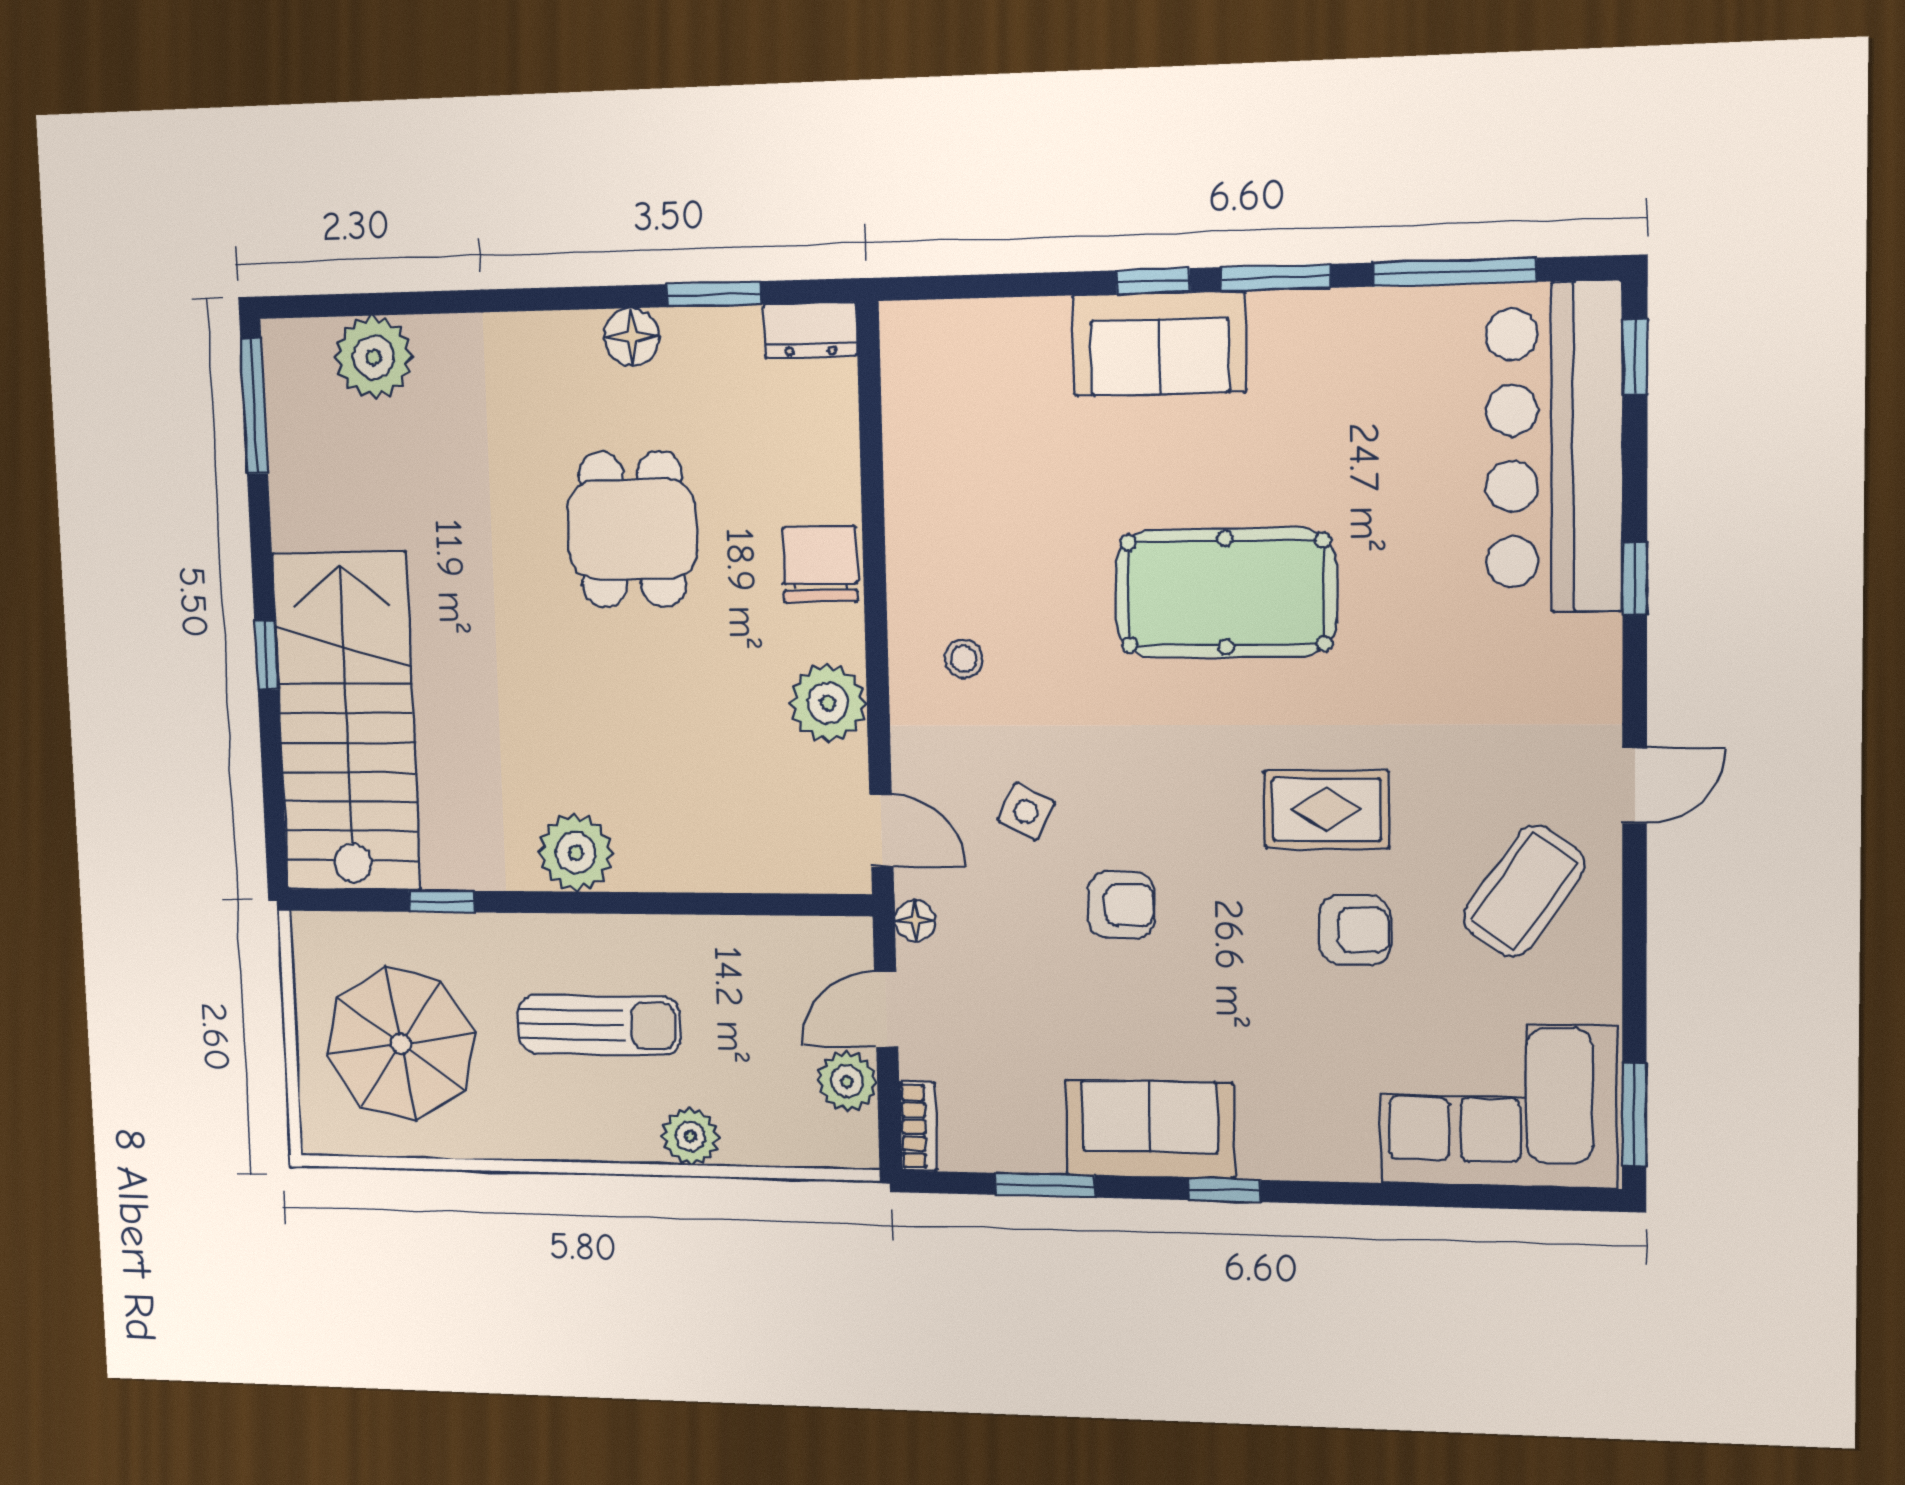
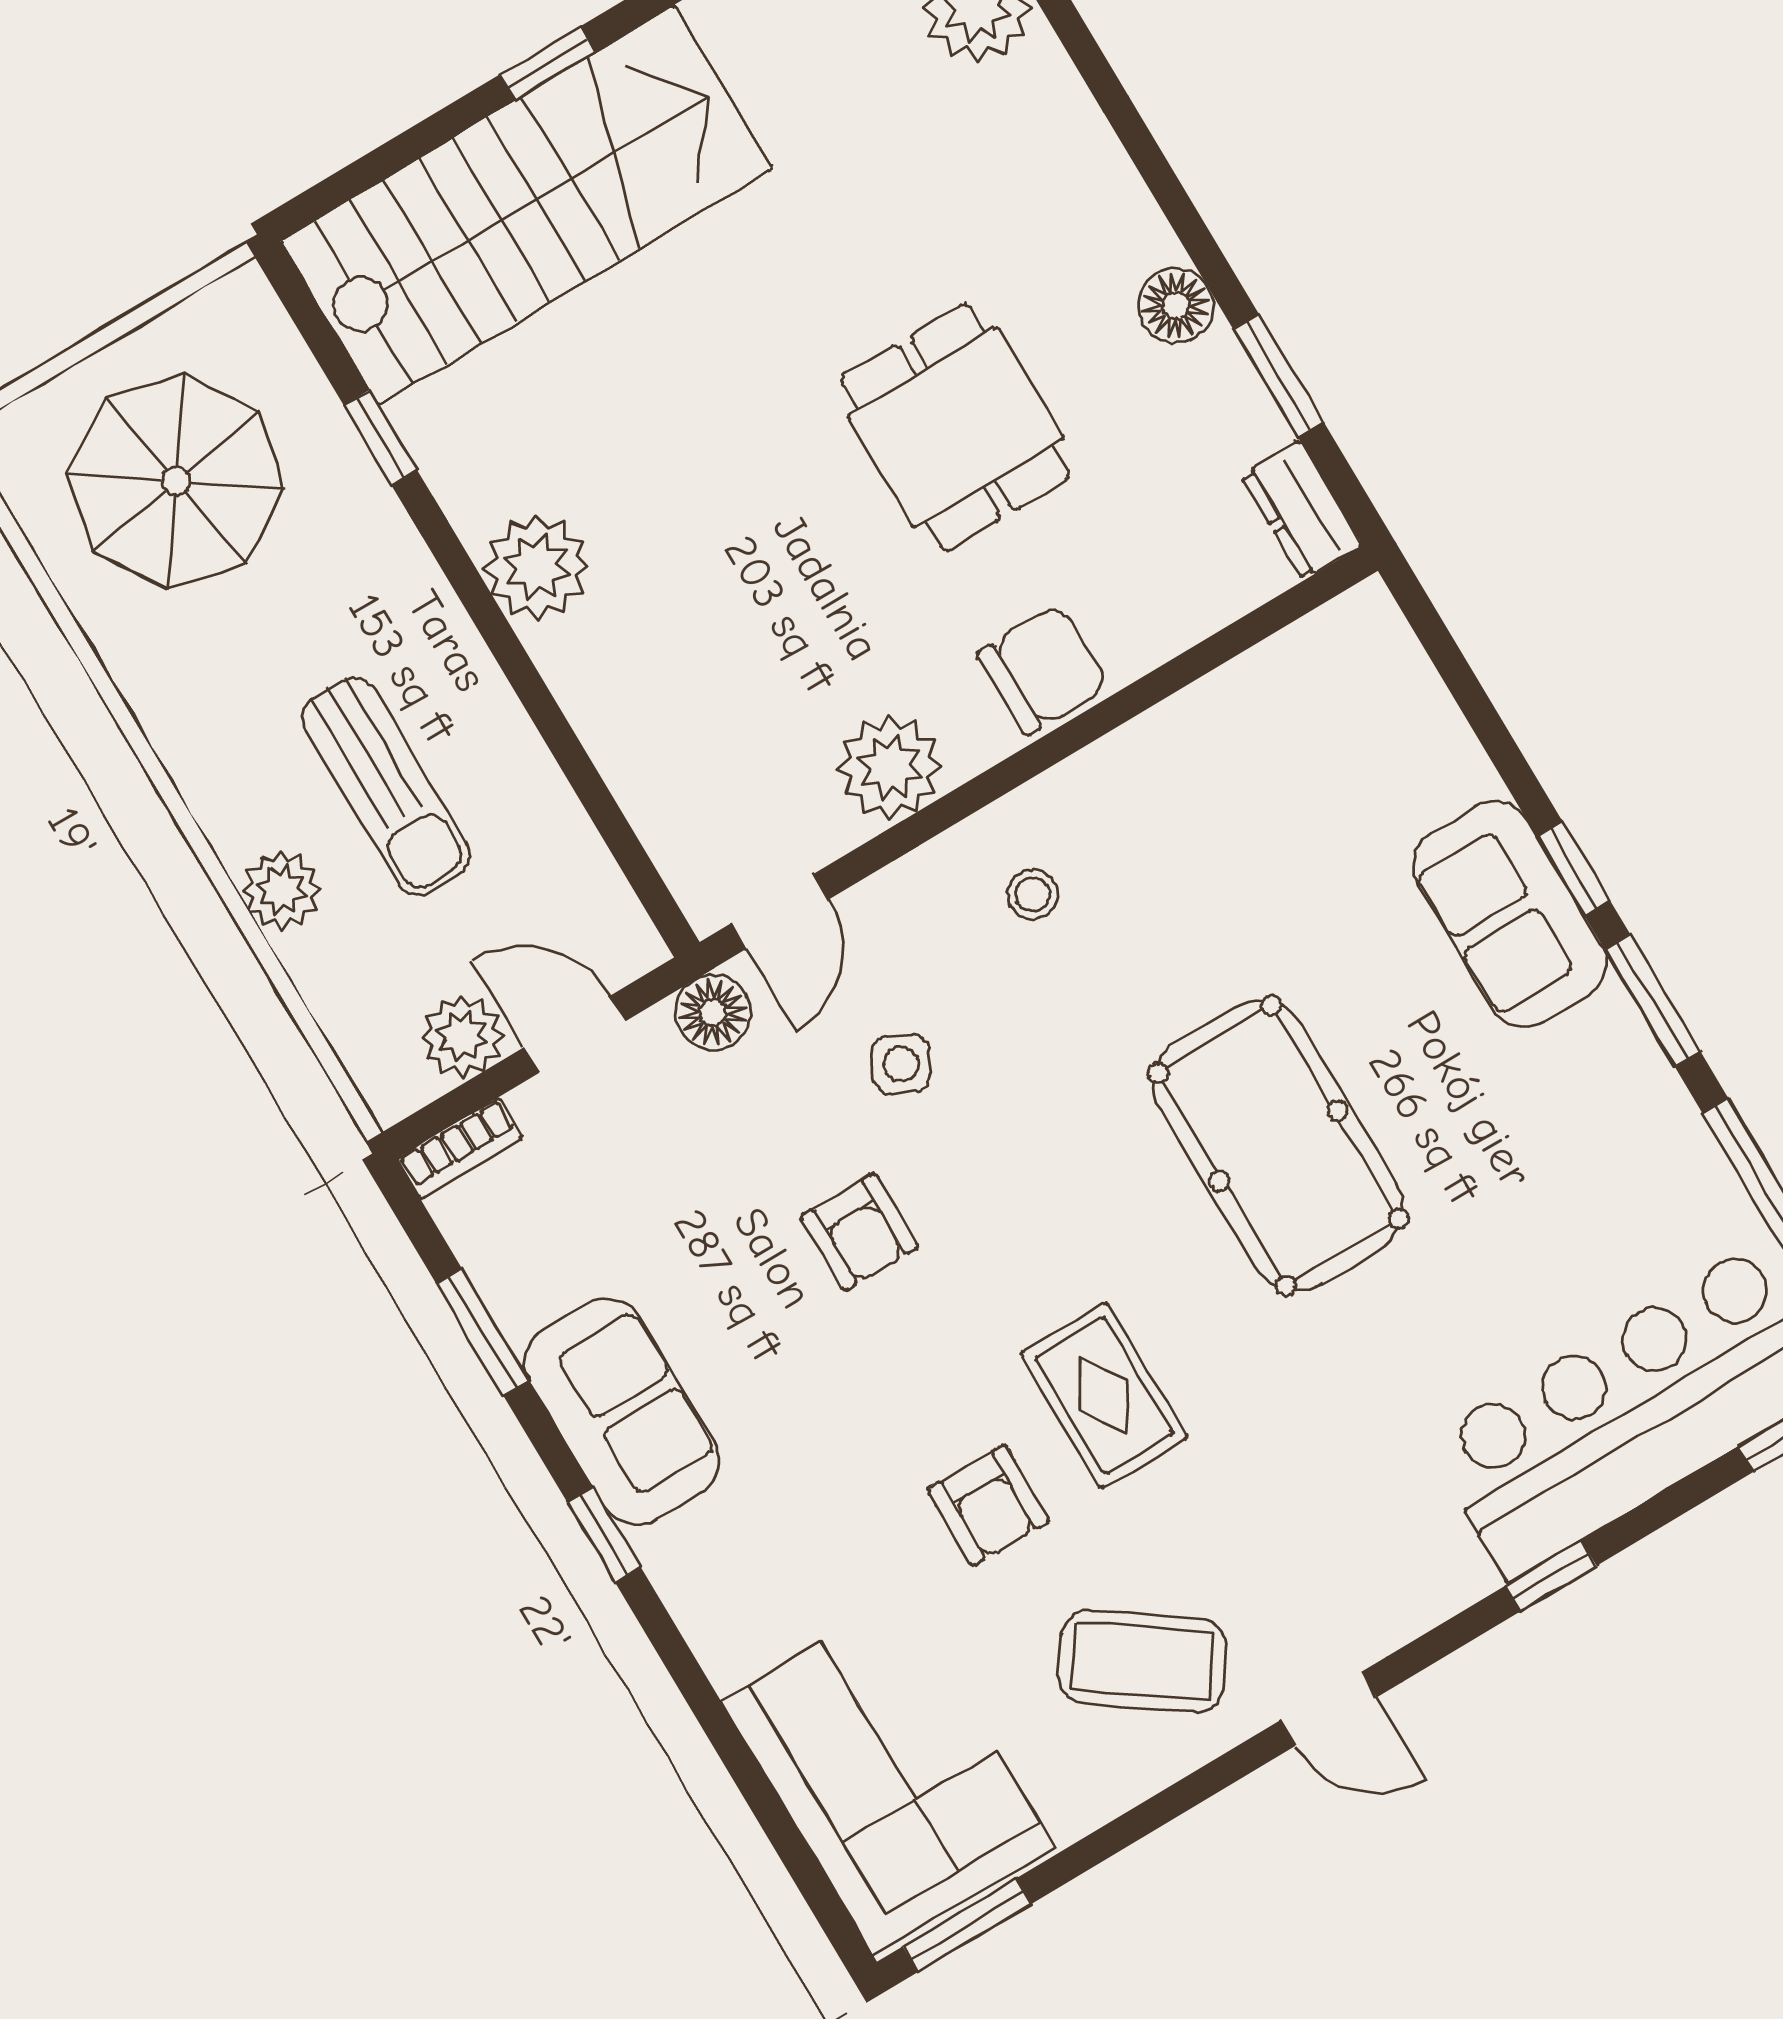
dining table: (632, 529) -> (956, 427), turned 90
floor lamp: (915, 921) -> (713, 1012), width x1.37, depth x1.37
sun lounger: (599, 1025) -> (386, 786), moved

